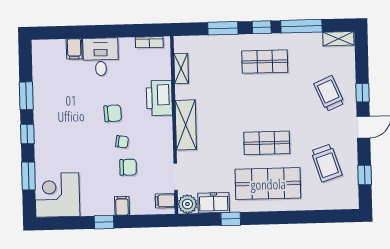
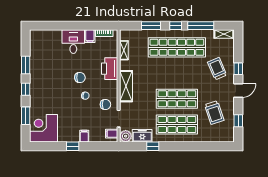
filing cabinet: (74, 49) -> (90, 36), moved
shop shelf: (265, 62) -> (177, 47), width x2.00, depth x1.36
shop shelf: (267, 143) -> (177, 99), width x1.43, depth x1.36
chair: (128, 167) -> (105, 104), moved

